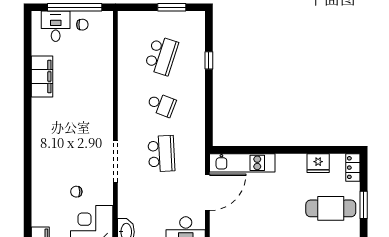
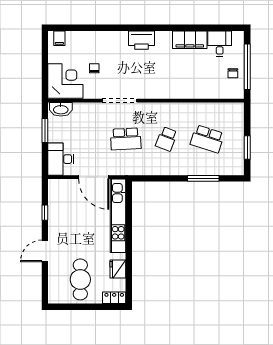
desk: (56, 26) -> (220, 44), moved, turned -90
window: (209, 60) -> (203, 178), width x2.17
printer: (42, 135) -> (141, 40), added
kitchen unit: (242, 163) -> (118, 216), width x1.36
window: (364, 205) -> (83, 307), removed

